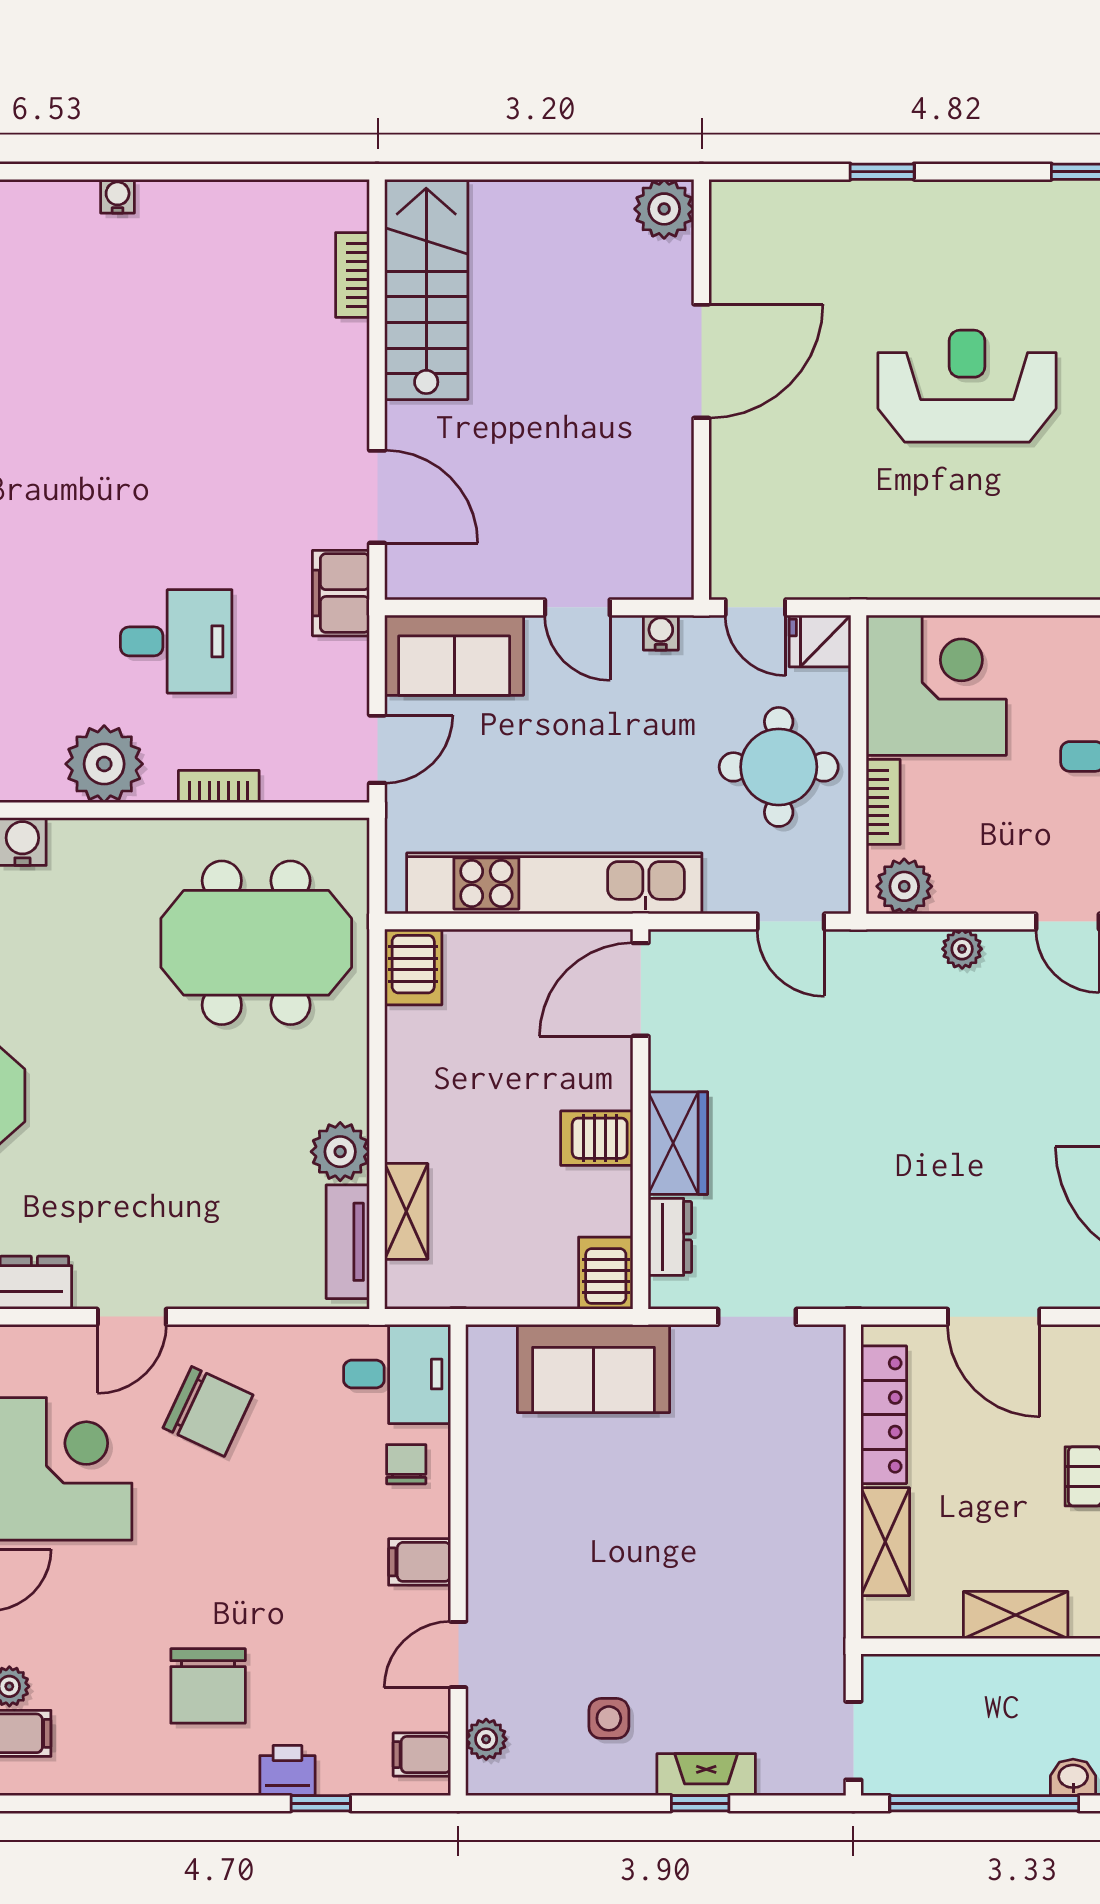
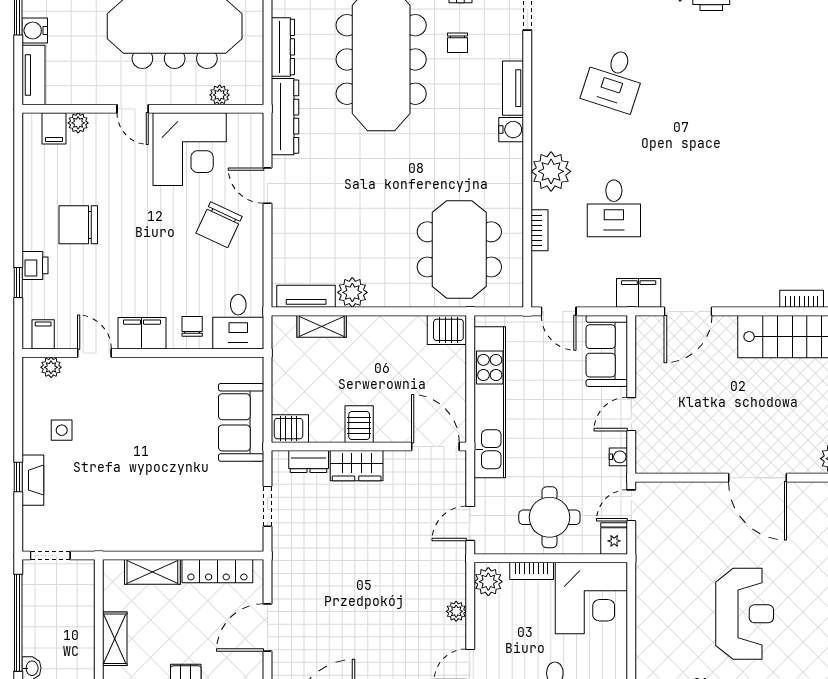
chair: (406, 1464) -> (192, 326), turned -90
filing cabinet: (420, 1562) -> (142, 333), width x2.00

